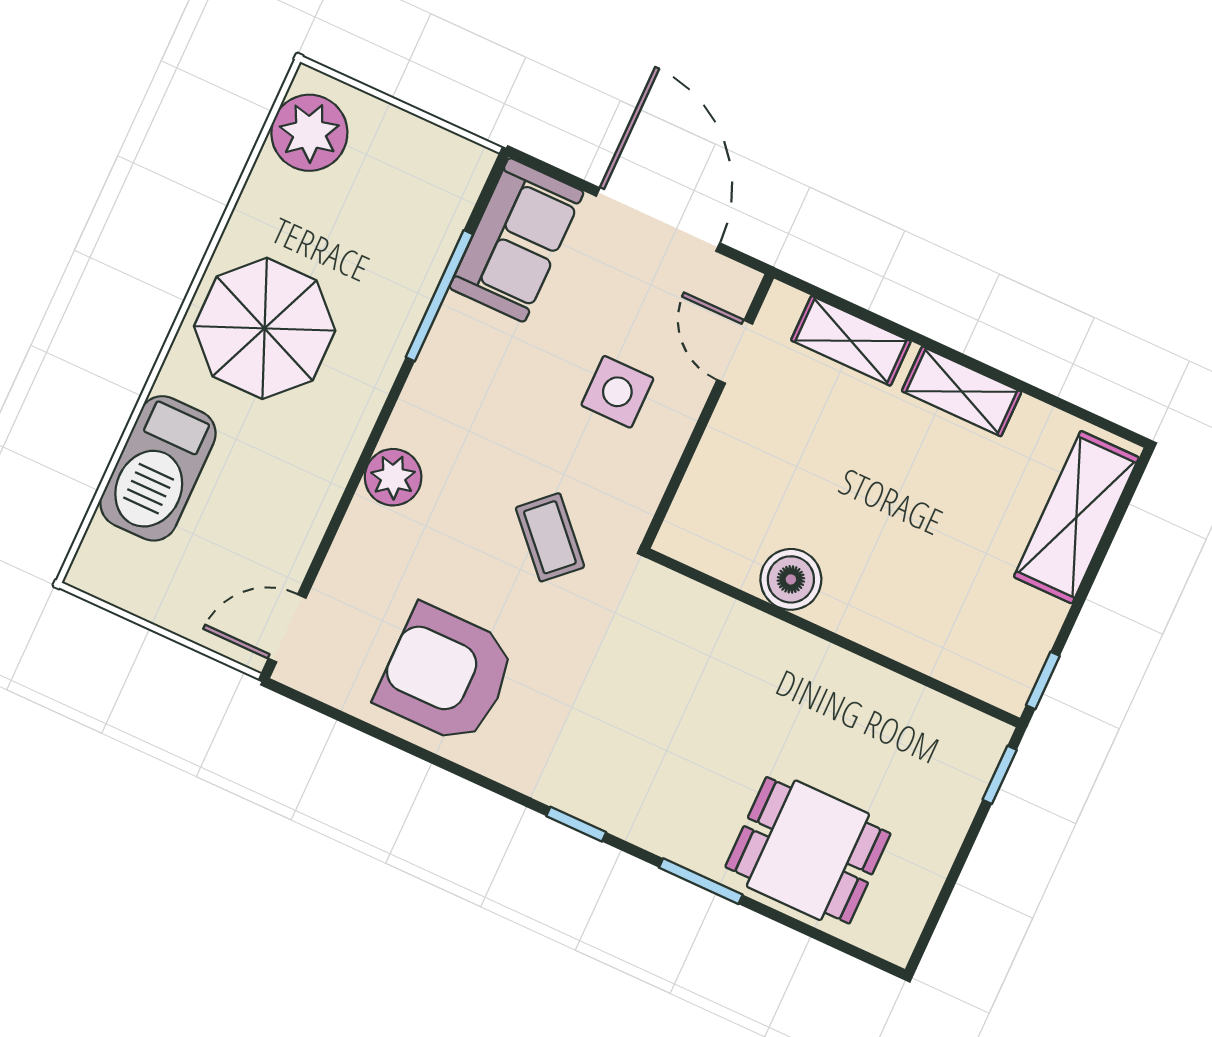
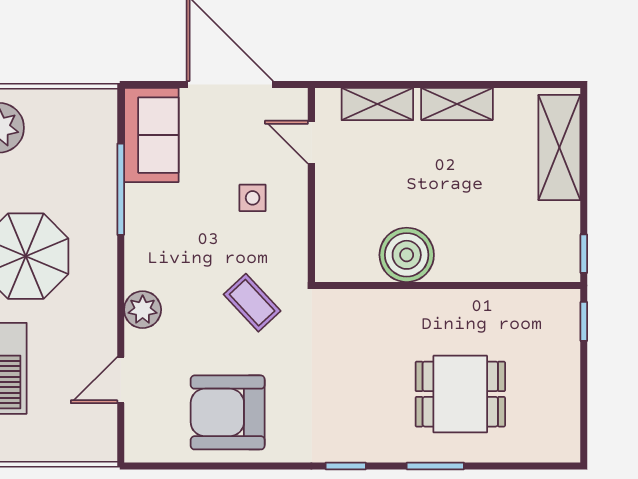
side table: (617, 392) -> (253, 198), width x0.73, depth x0.73
boiler: (791, 579) -> (407, 255), width x1.37, depth x1.37
door: (287, 628) -> (121, 380), moved
dining table: (808, 850) -> (460, 394), moved

